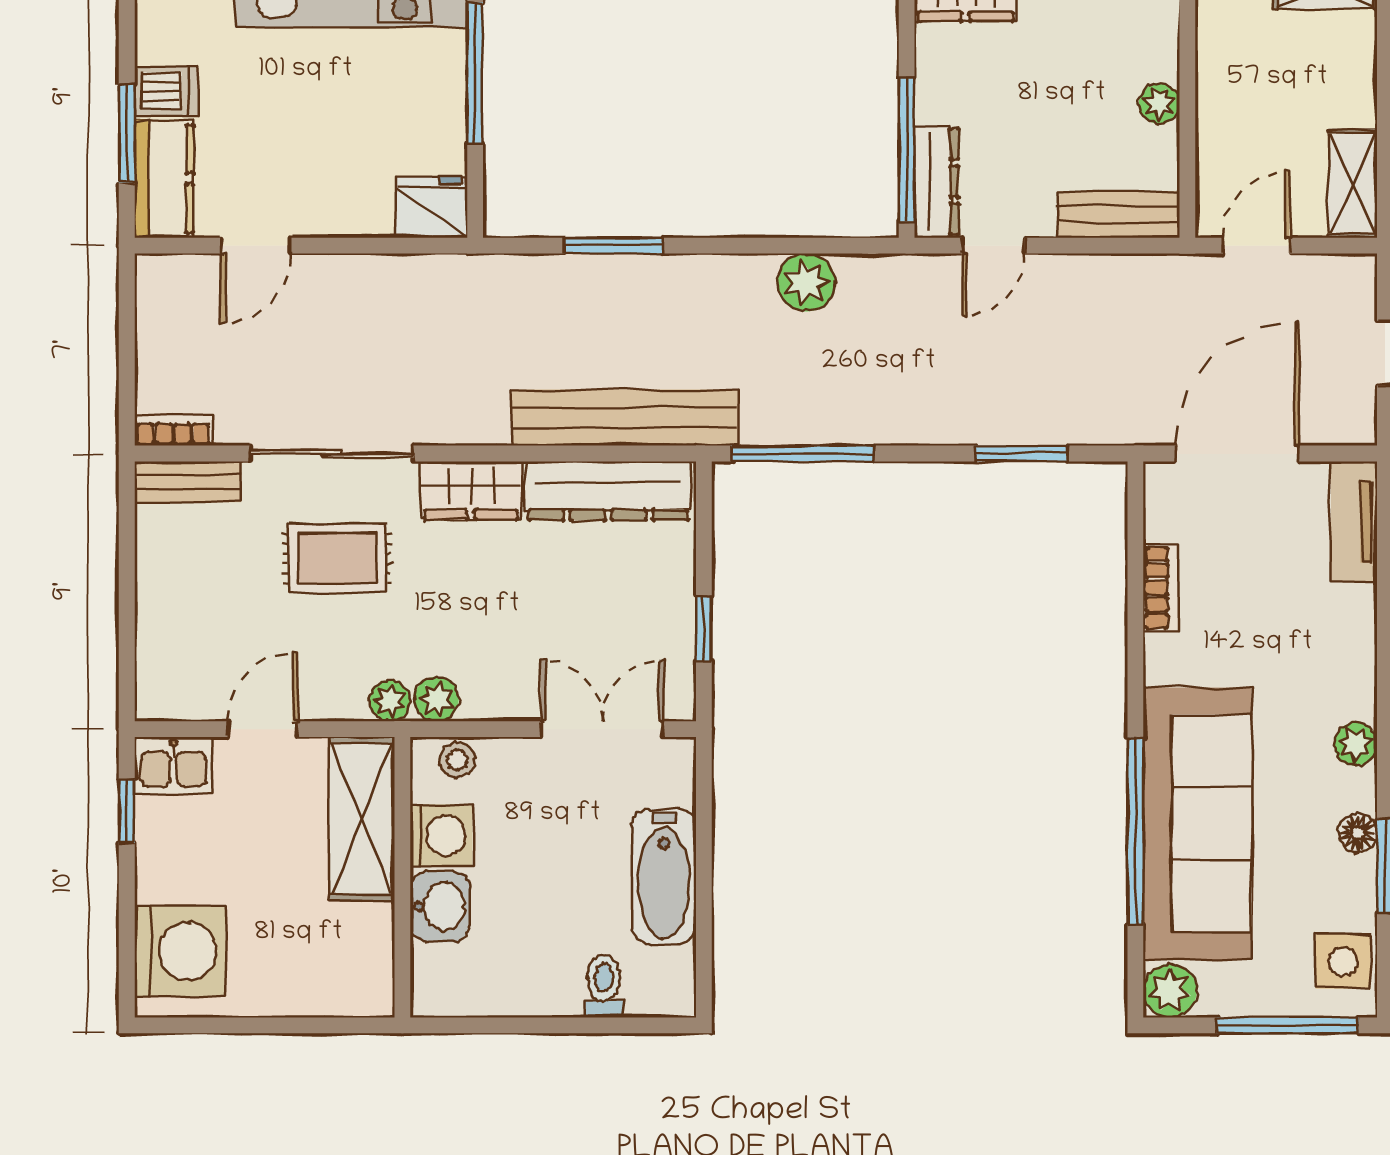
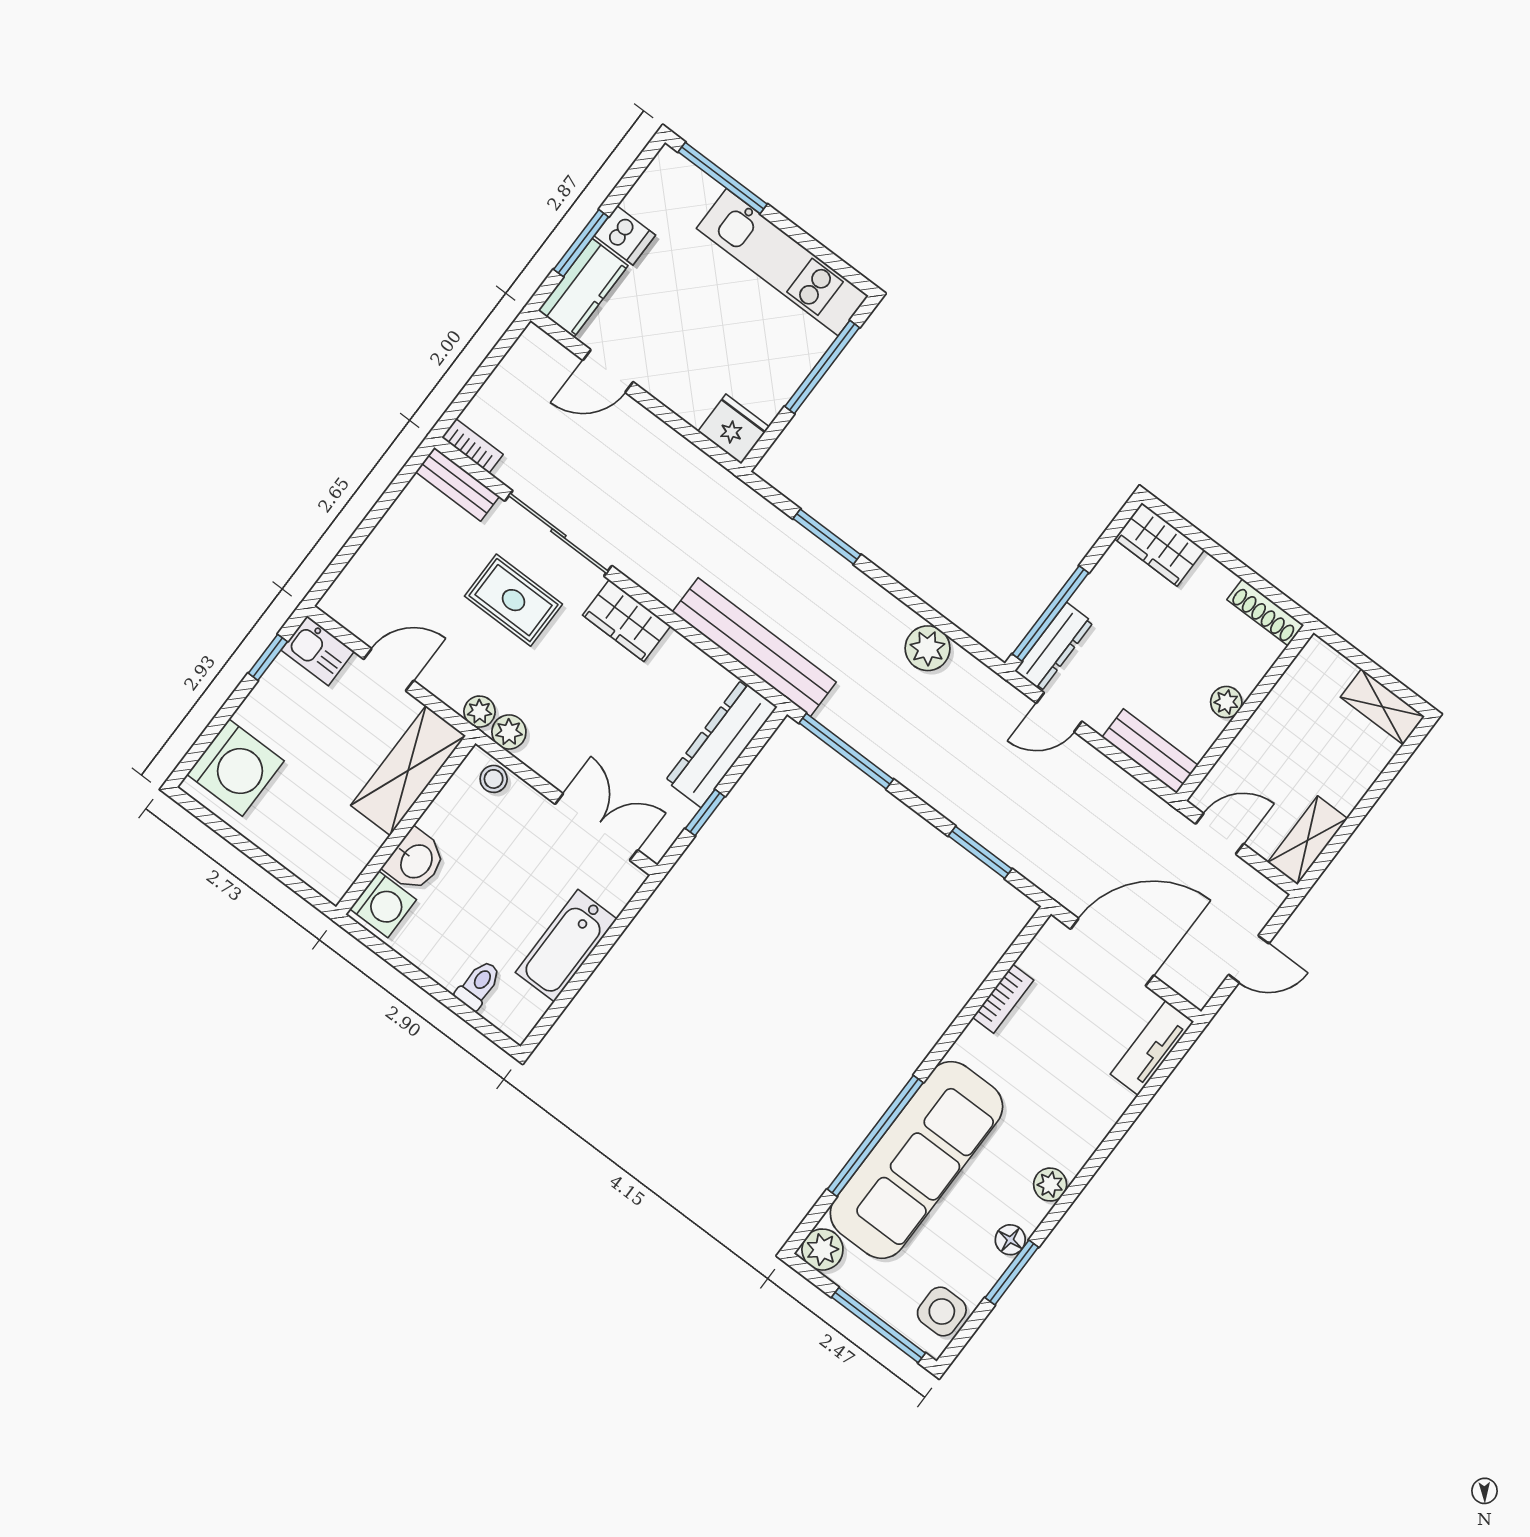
dresser: (608, 491) -> (721, 744), moved, turned 90
washing machine: (441, 836) -> (383, 904), moved

